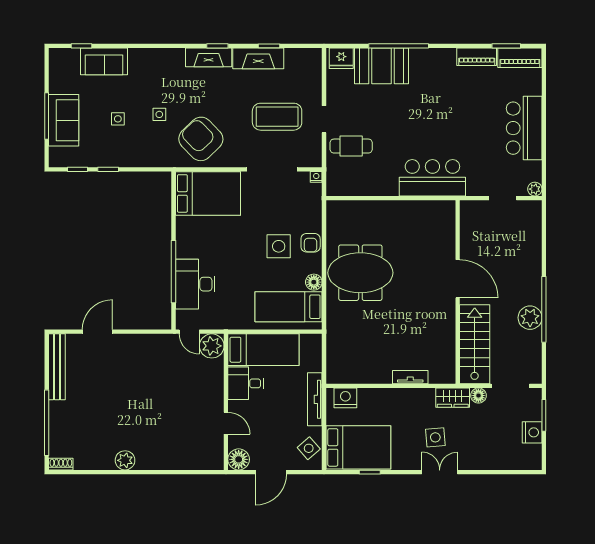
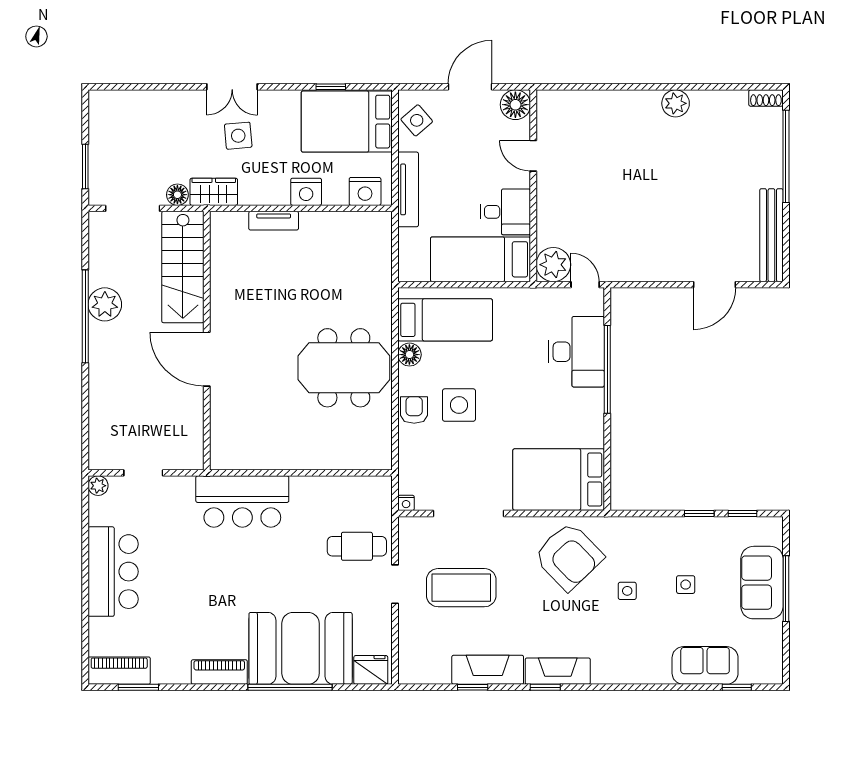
piano: (477, 57) -> (219, 672), moved
booth: (381, 66) -> (301, 648), width x1.36, depth x1.42
nightstand: (532, 432) -> (306, 192), moved, turned -90

